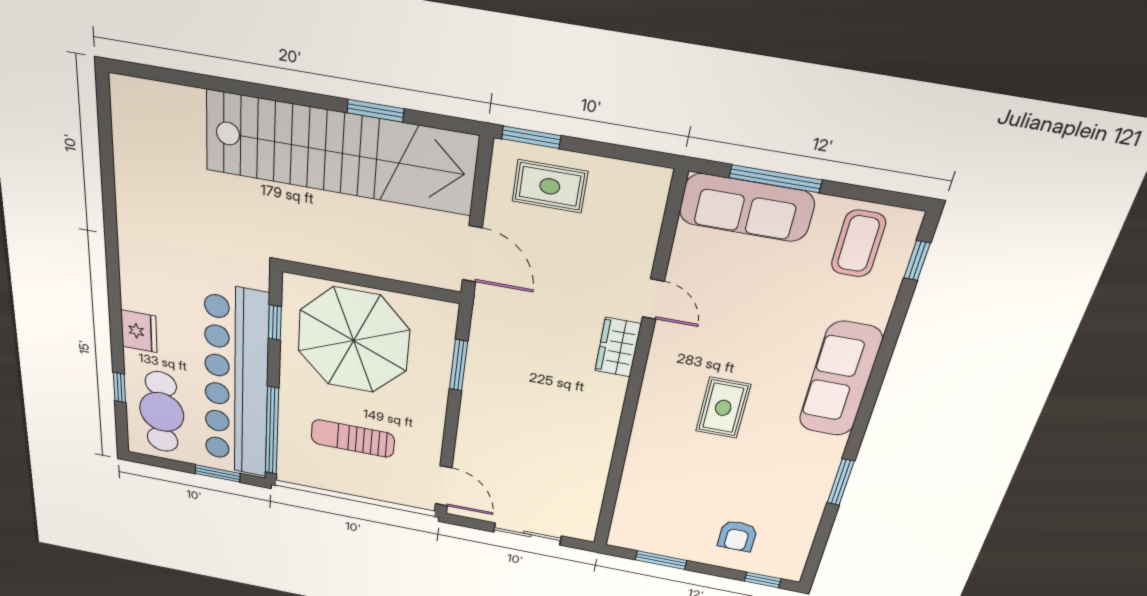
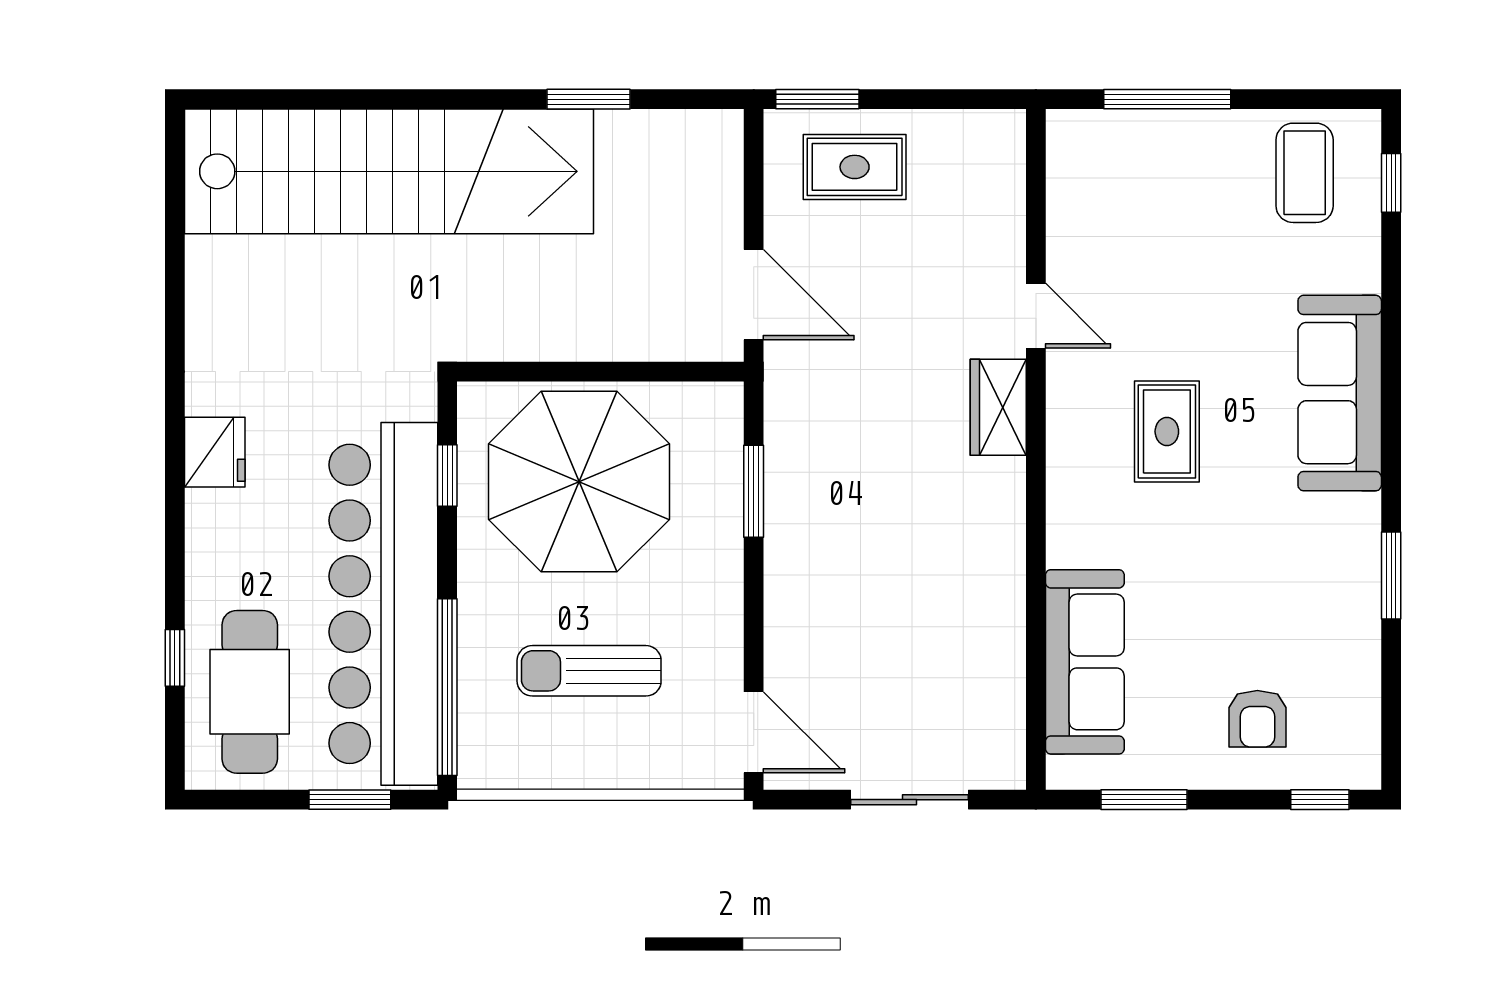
stairs: (340, 153) -> (389, 171), moved
sofa: (747, 208) -> (1085, 662), moved, turned -90
fridge: (139, 331) -> (215, 452), moved
rug: (723, 408) -> (1167, 431), moved

